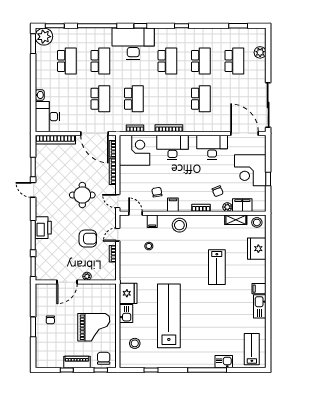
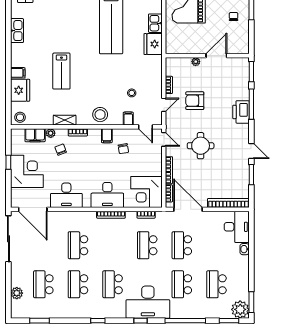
shelving: (236, 220) -> (65, 120), moved
lab bench: (217, 267) -> (61, 71), turned 180
filing cabinet: (259, 289) -> (18, 73), moved

